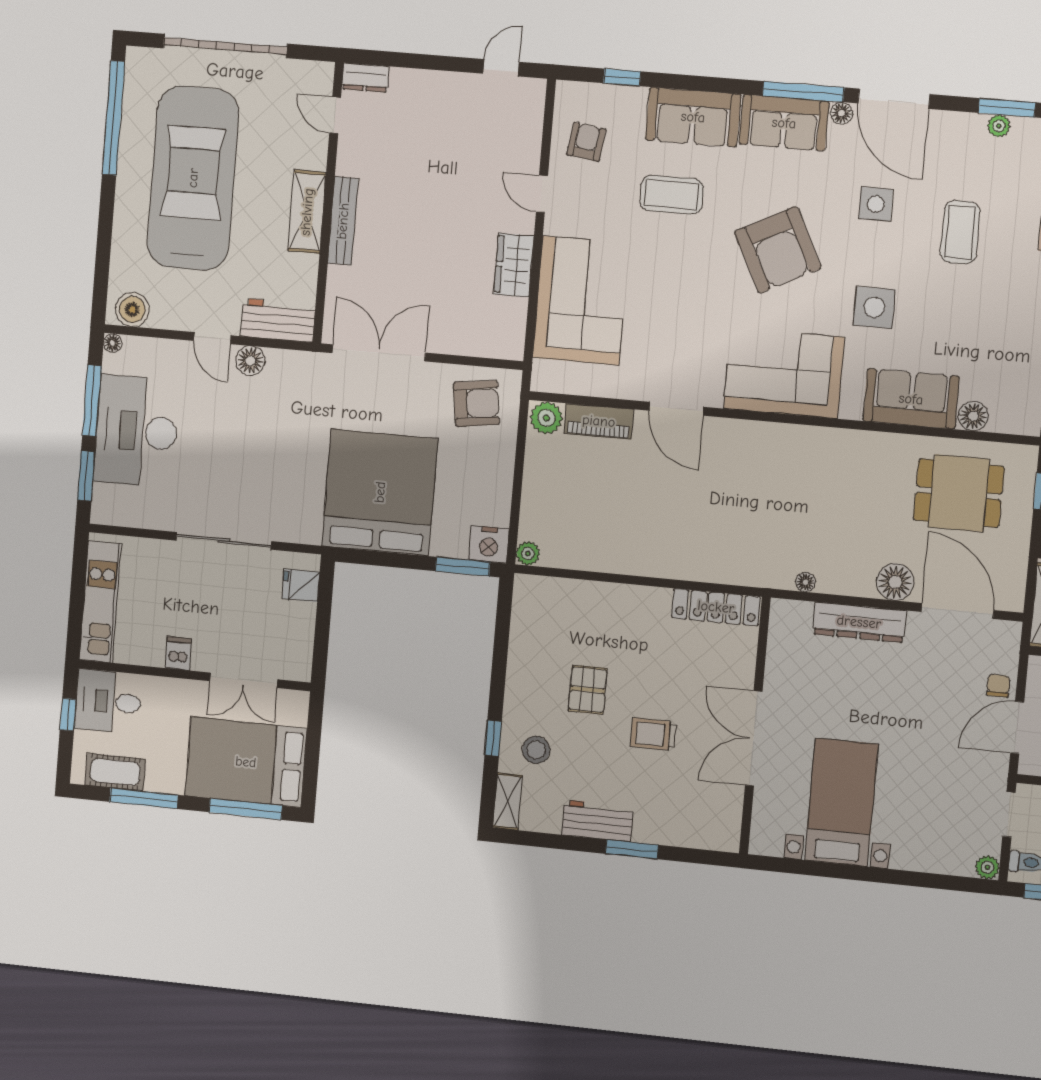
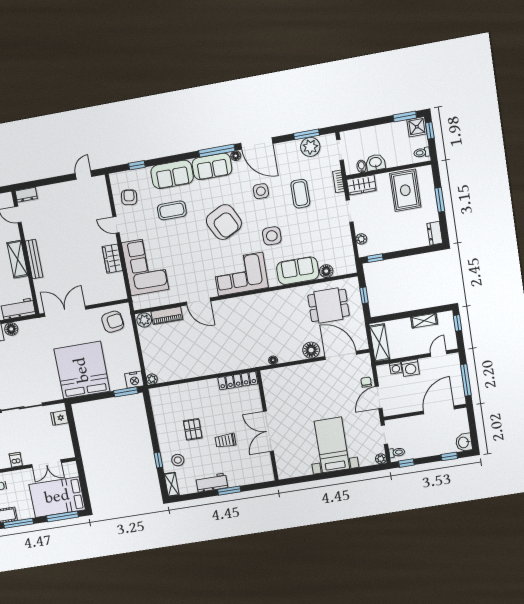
plant: (999, 126) -> (310, 147), width x1.87, depth x1.87
dresser: (859, 622) -> (300, 371), removed
bed with nightstands: (841, 802) -> (332, 445), moved

